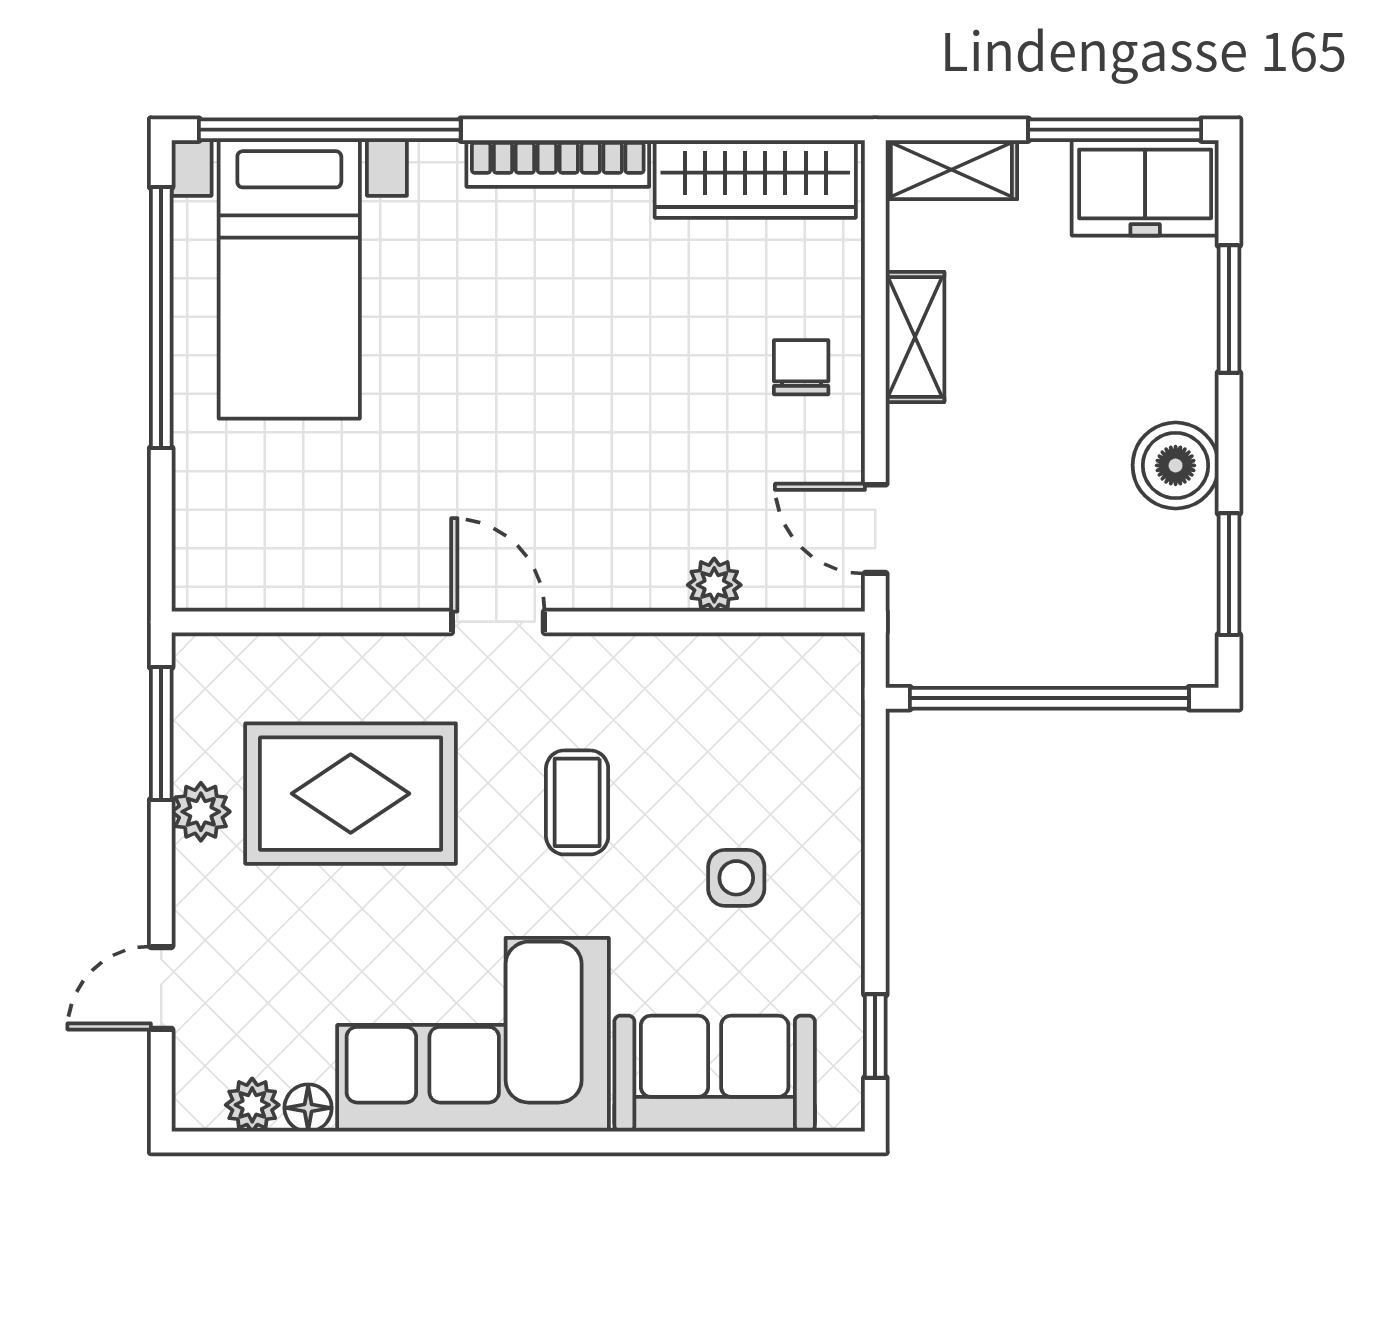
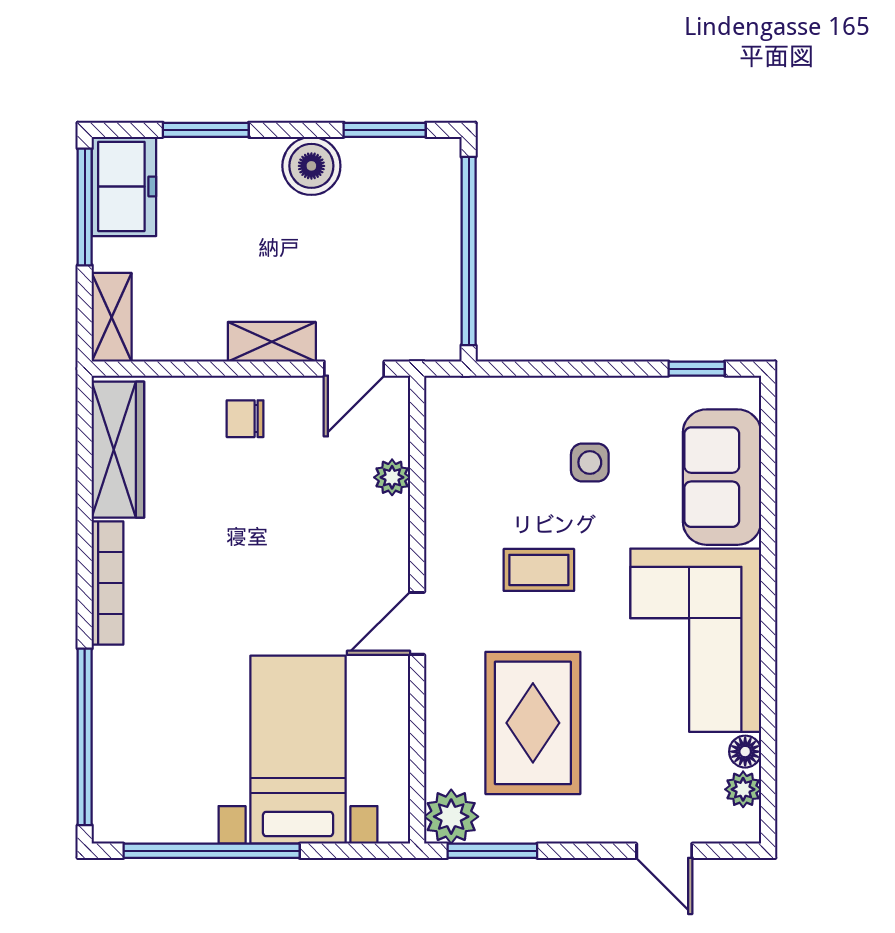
bed with nightstands: (289, 279) -> (298, 750), moved, turned -90
shelving: (915, 337) -> (272, 342), moved
plant: (201, 812) -> (451, 817), moved, width x1.38, depth x1.38

